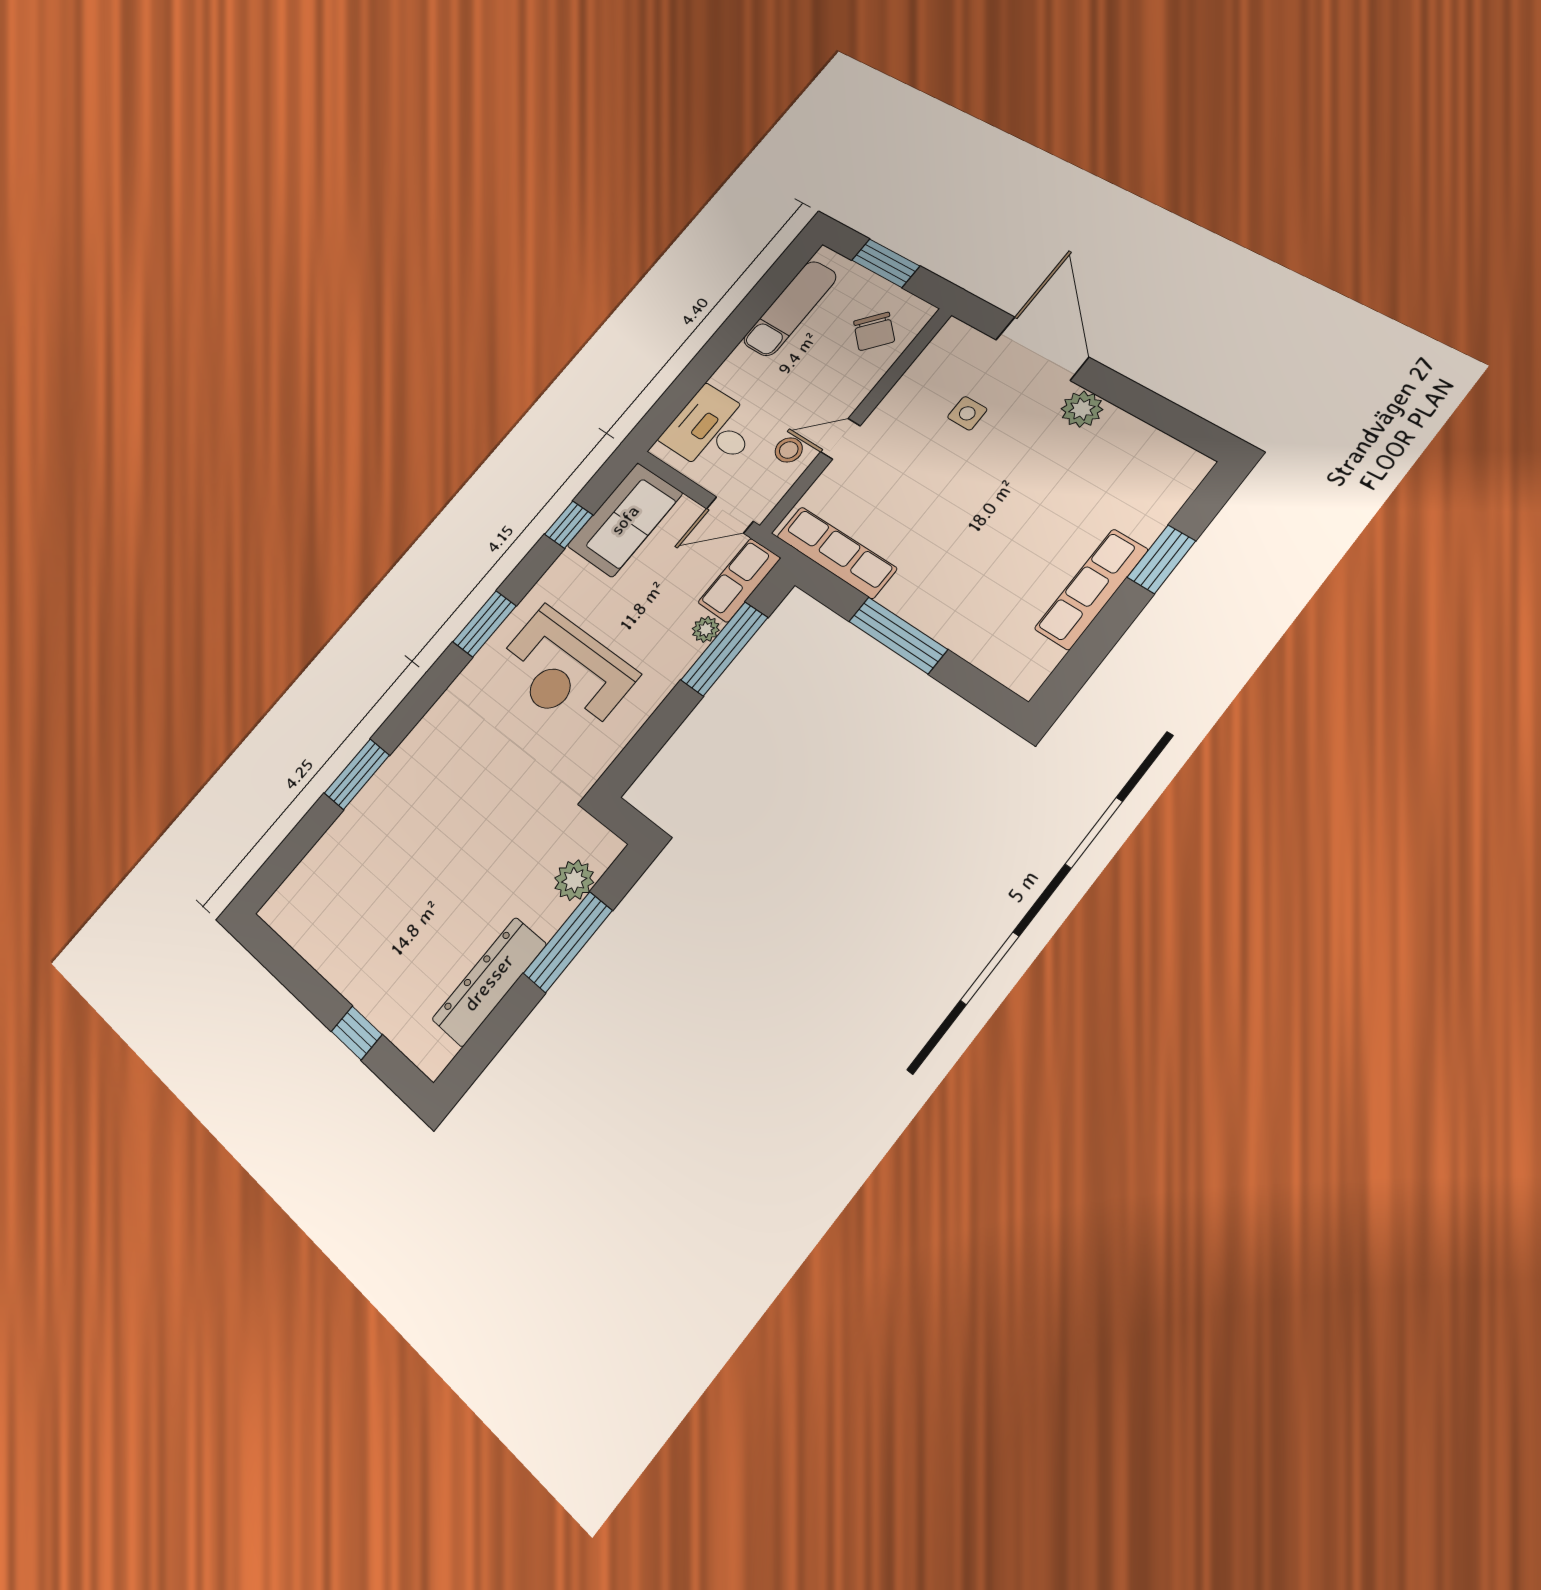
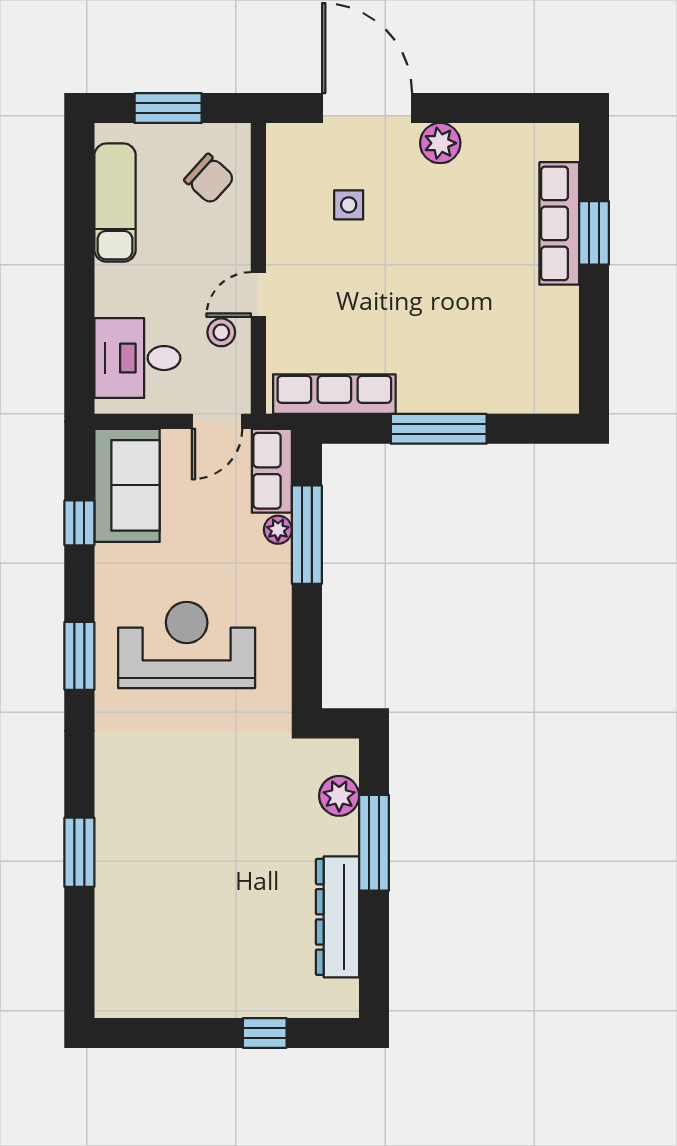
row of seats: (1091, 589) -> (559, 223), moved
reception desk: (565, 671) -> (187, 645), turned 180

